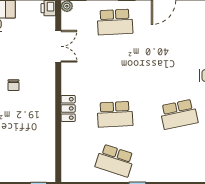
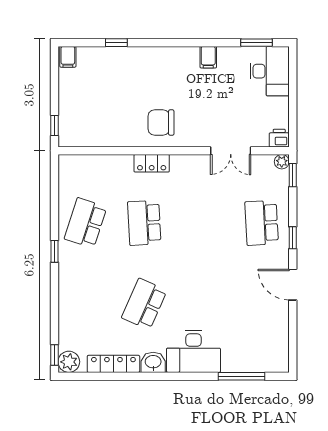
chair: (14, 85) -> (161, 123), moved, width x1.87, depth x1.87
school desk: (179, 114) -> (144, 304), turned 36

